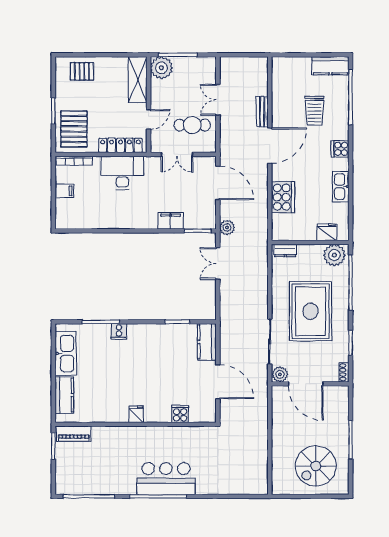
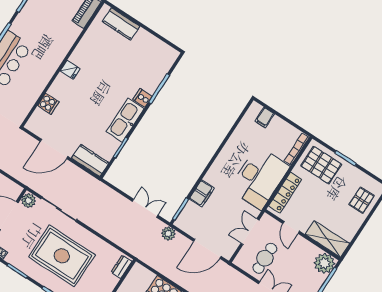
desk: (122, 173) -> (259, 178), width x1.36, depth x1.30
filing cabinet: (64, 191) -> (265, 118), moved
kitchen sink: (66, 353) -> (125, 120), moved, turned 90

